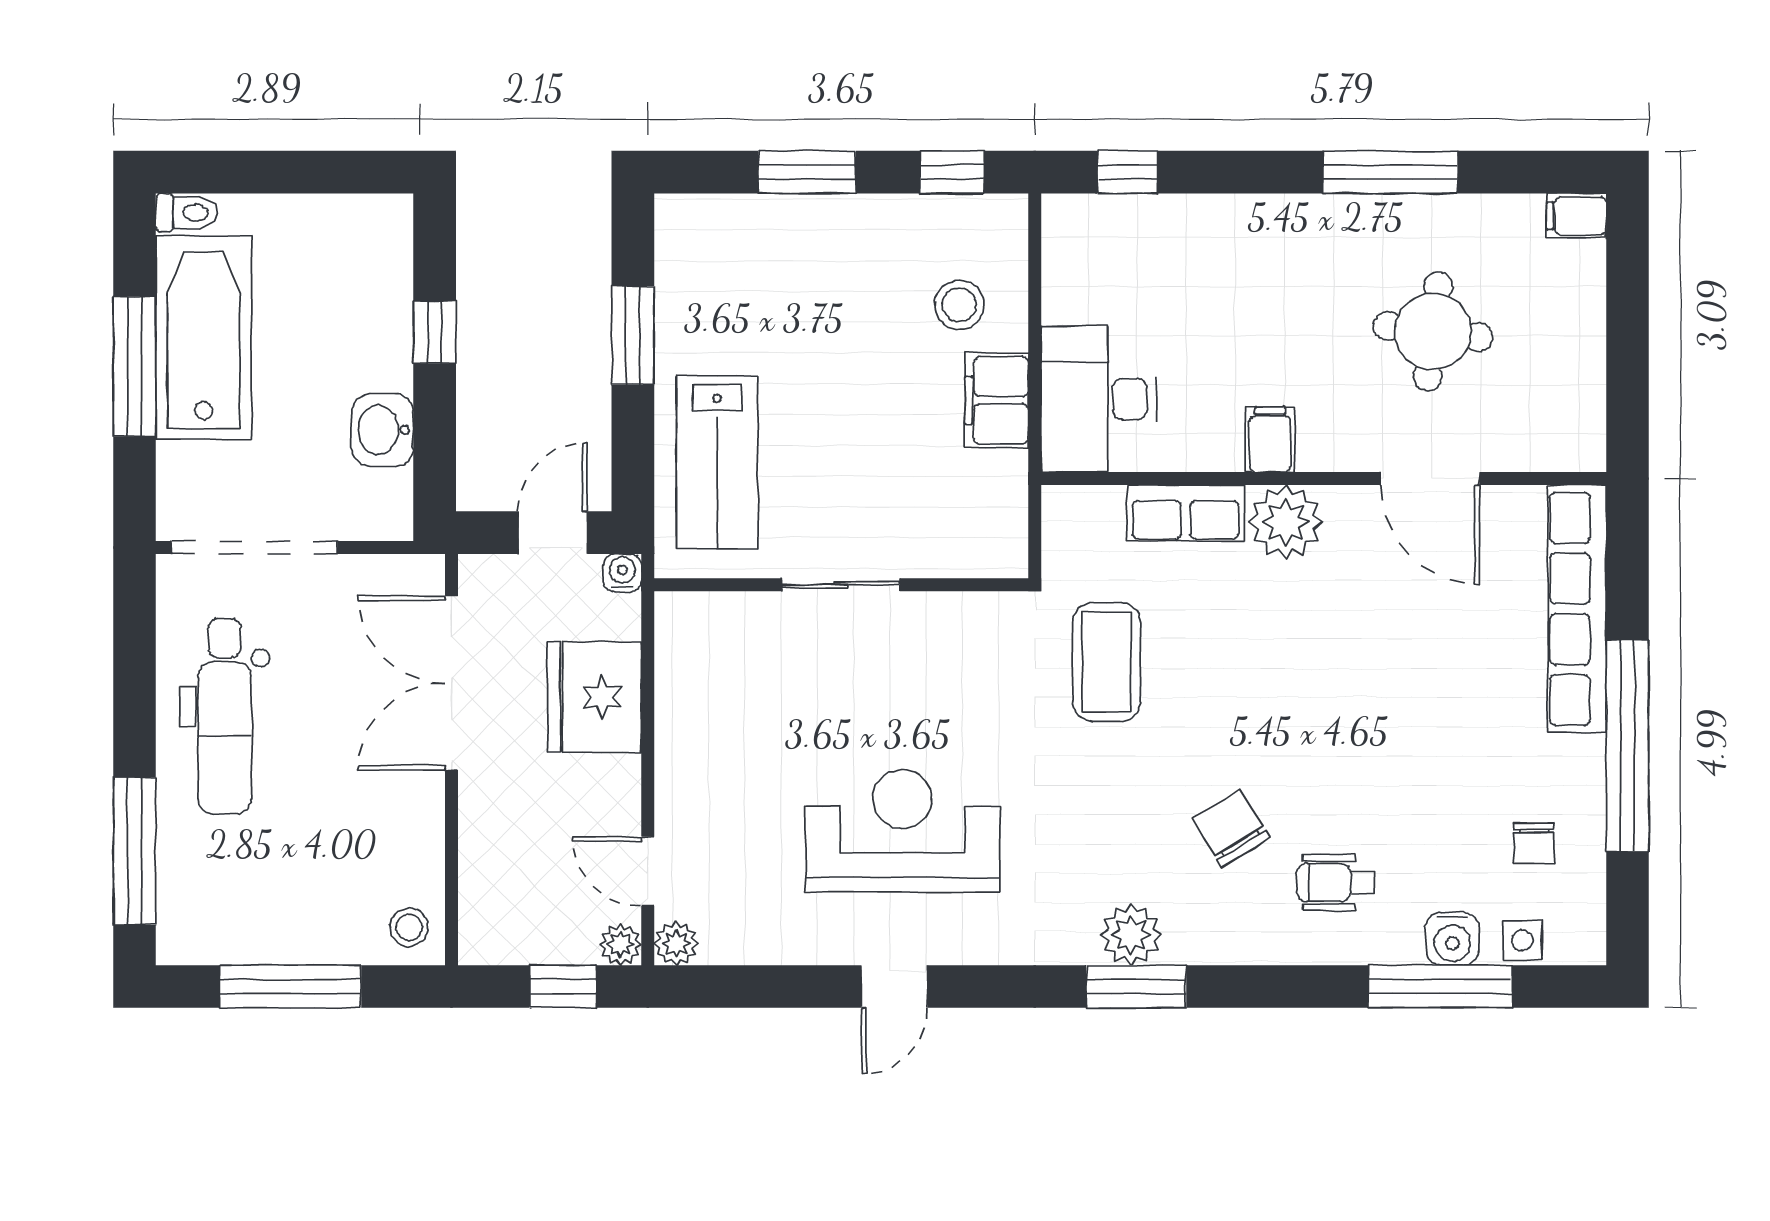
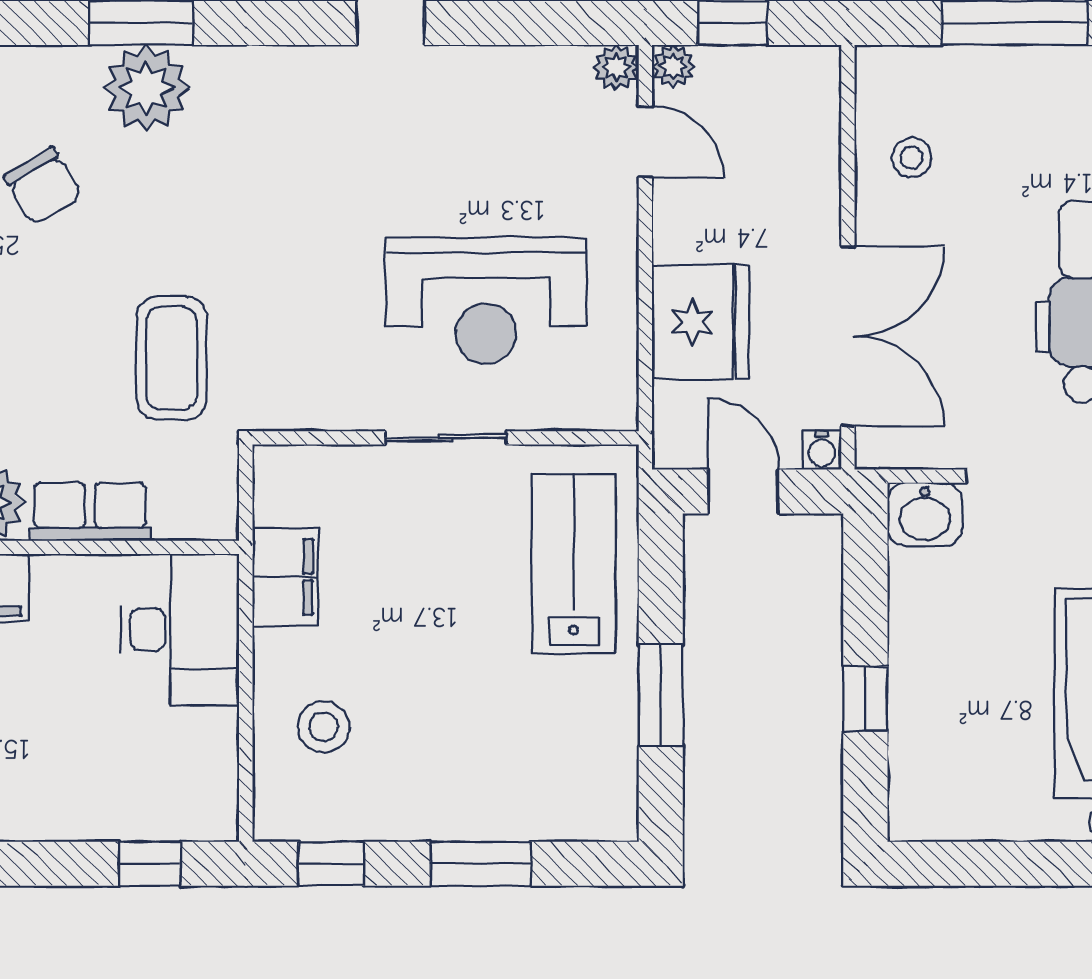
filing cabinet: (997, 400) -> (285, 577), moved
washbasin: (383, 430) -> (925, 514), moved, turned 90
door: (553, 533) -> (743, 491), swing flipped
water cooler: (622, 573) -> (822, 450), moved
reception desk: (902, 831) -> (486, 301), moved
stool: (409, 927) -> (912, 158), moved
plant: (1131, 935) -> (146, 88), width x1.36, depth x1.36

